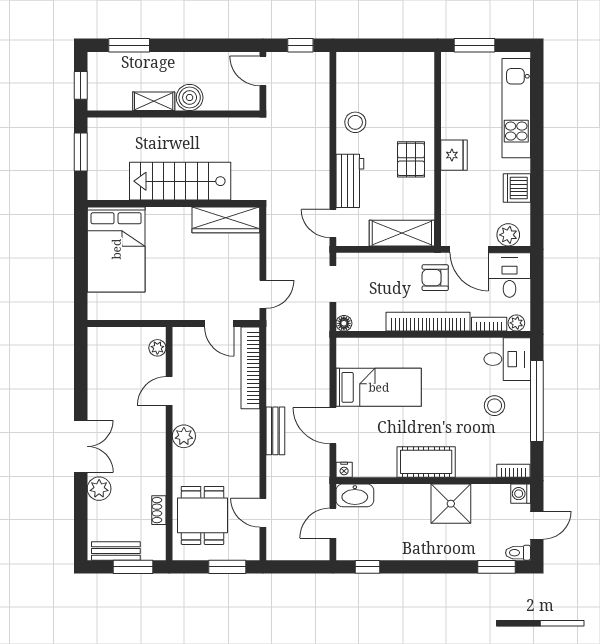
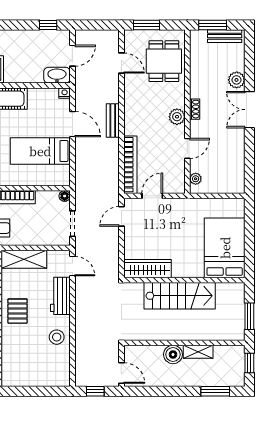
door: (219, 324) -> (152, 196), hinge flipped
shoe rack: (159, 510) -> (195, 109), moved

